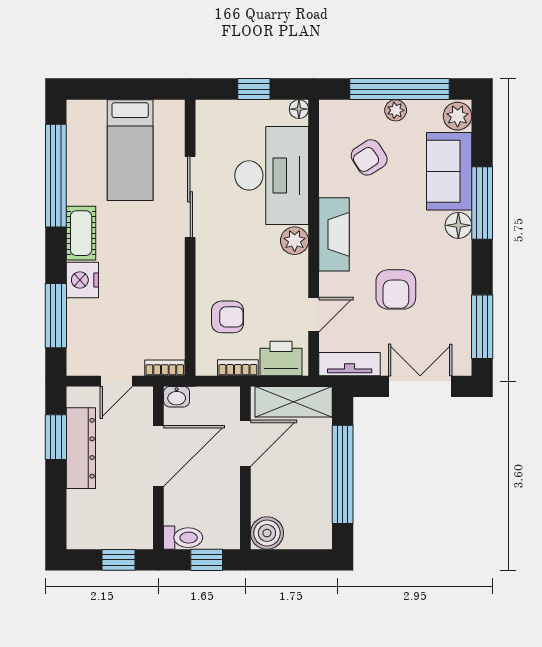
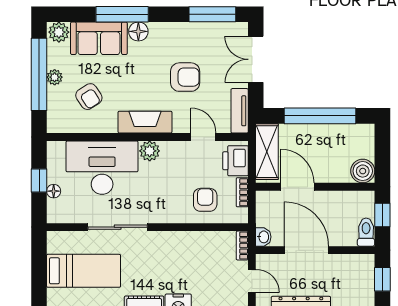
floor lamp: (299, 109) -> (54, 191), moved

